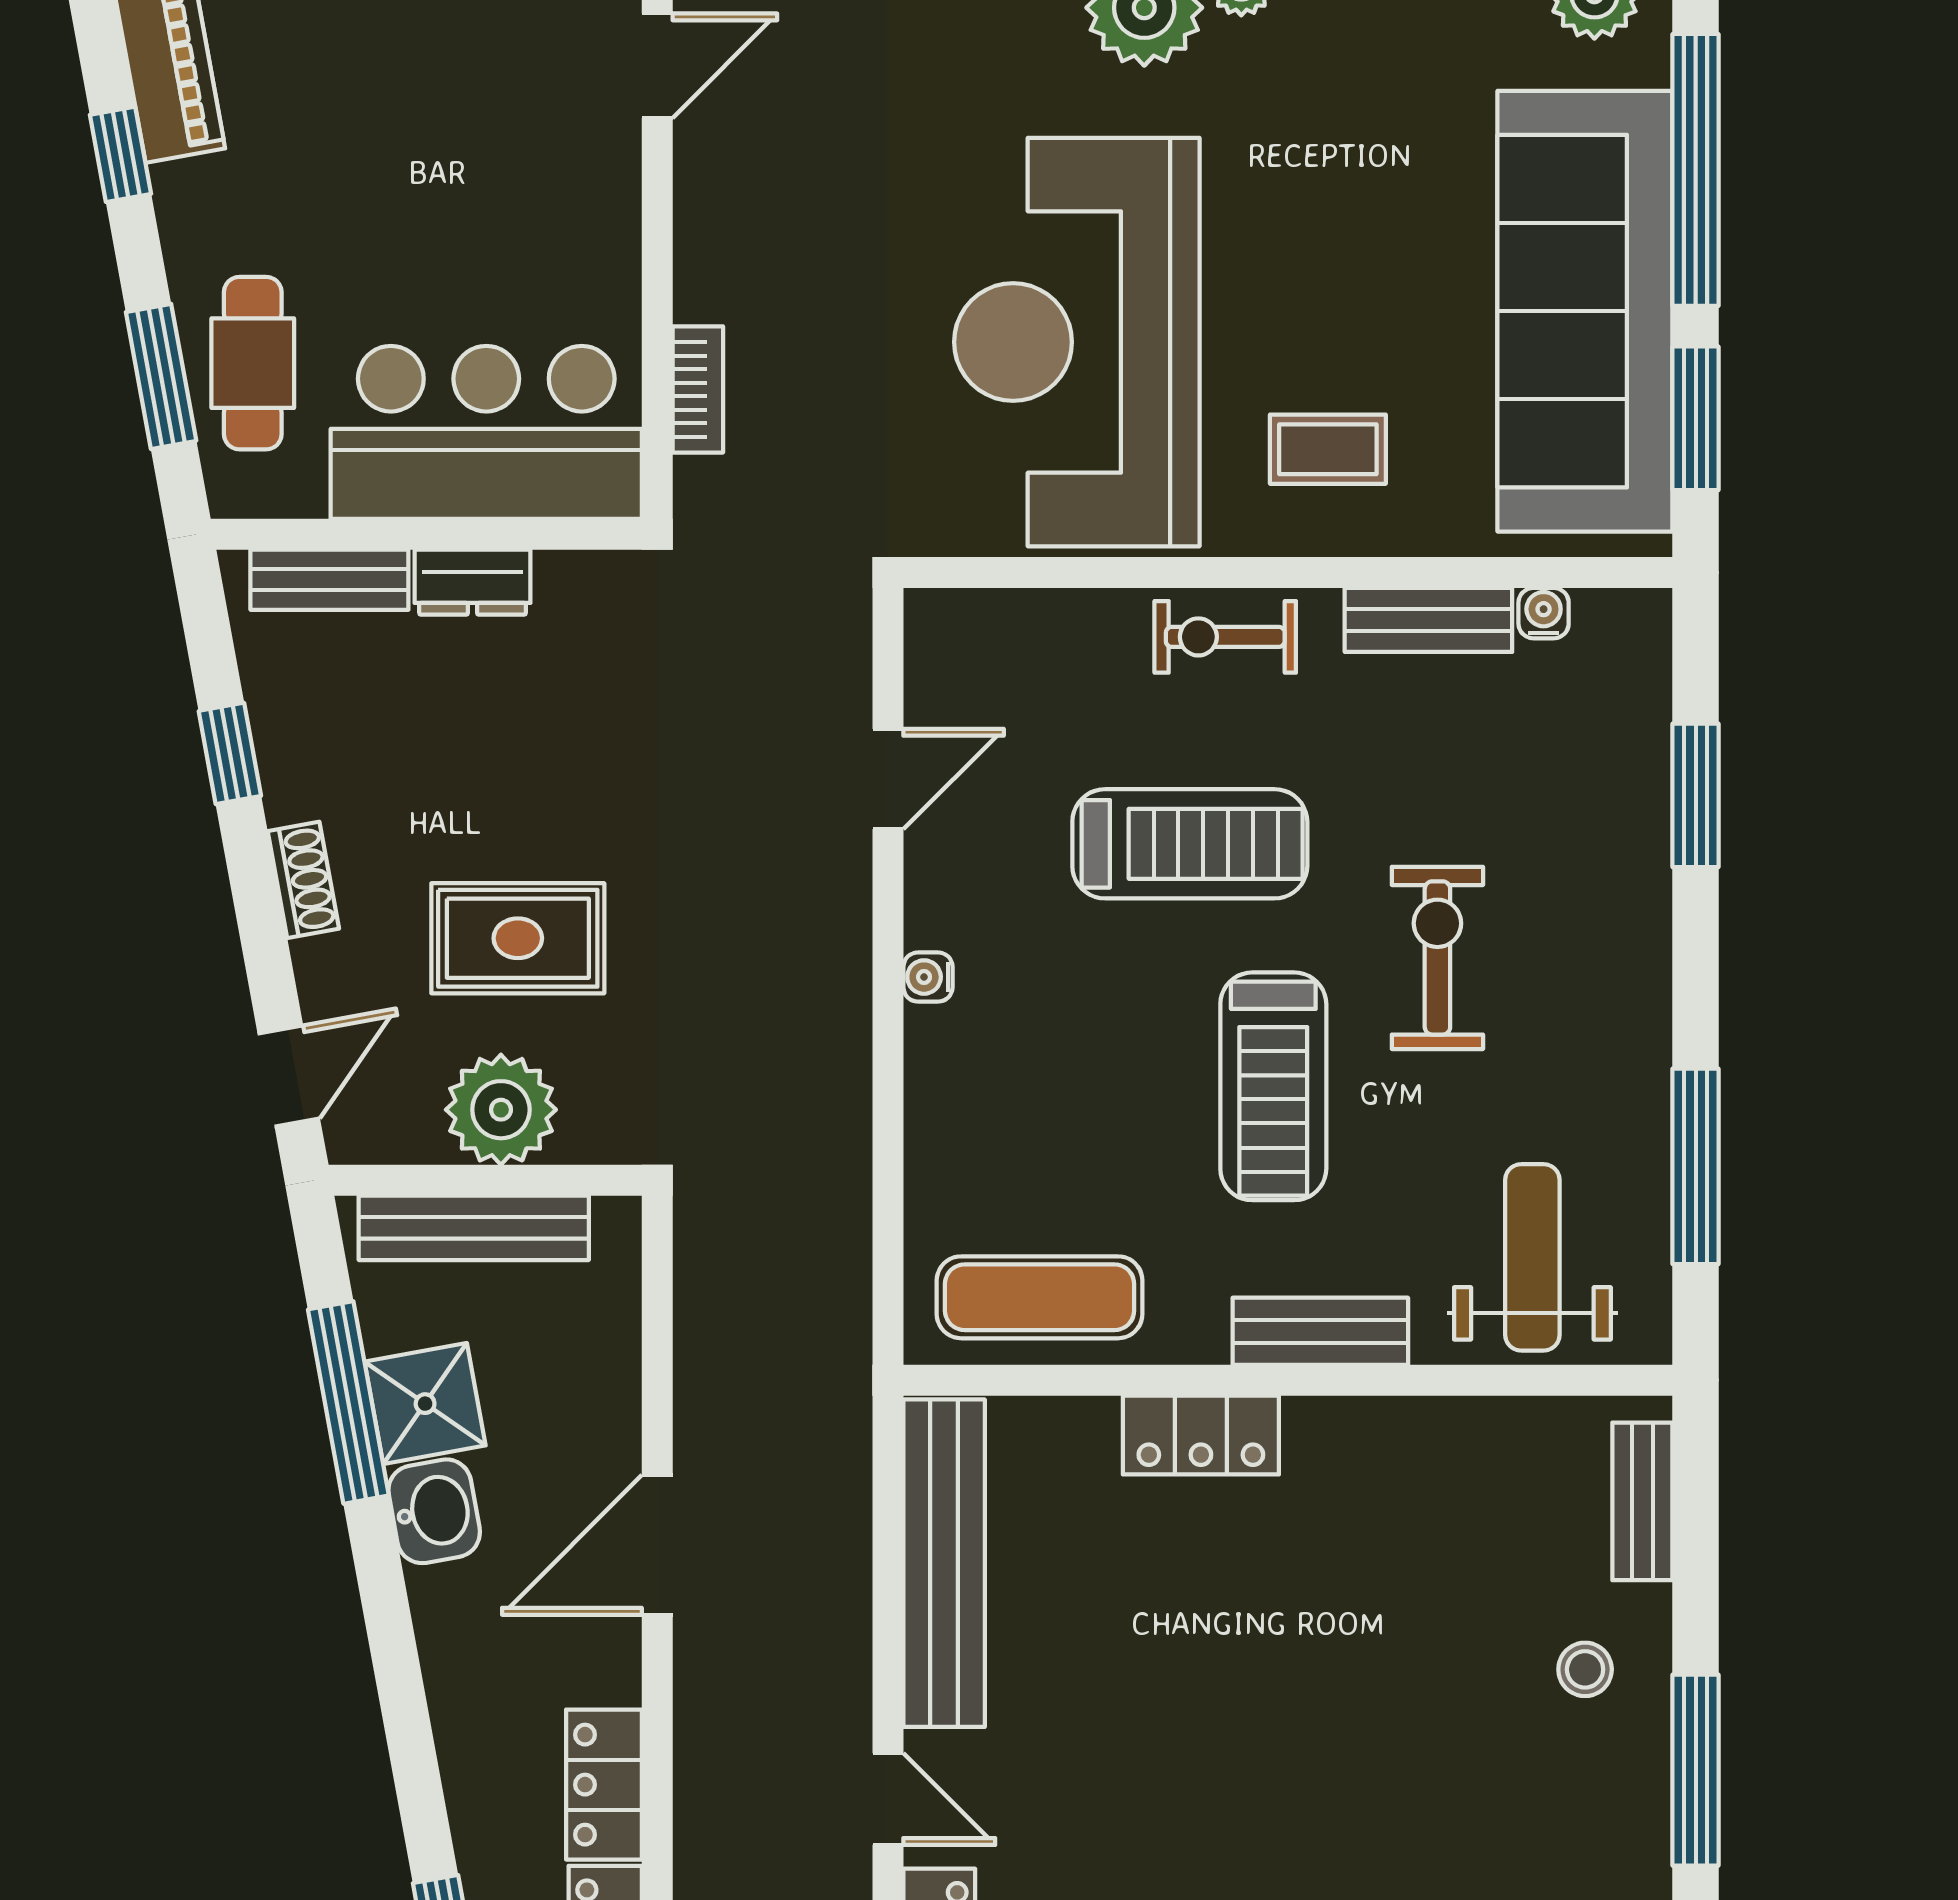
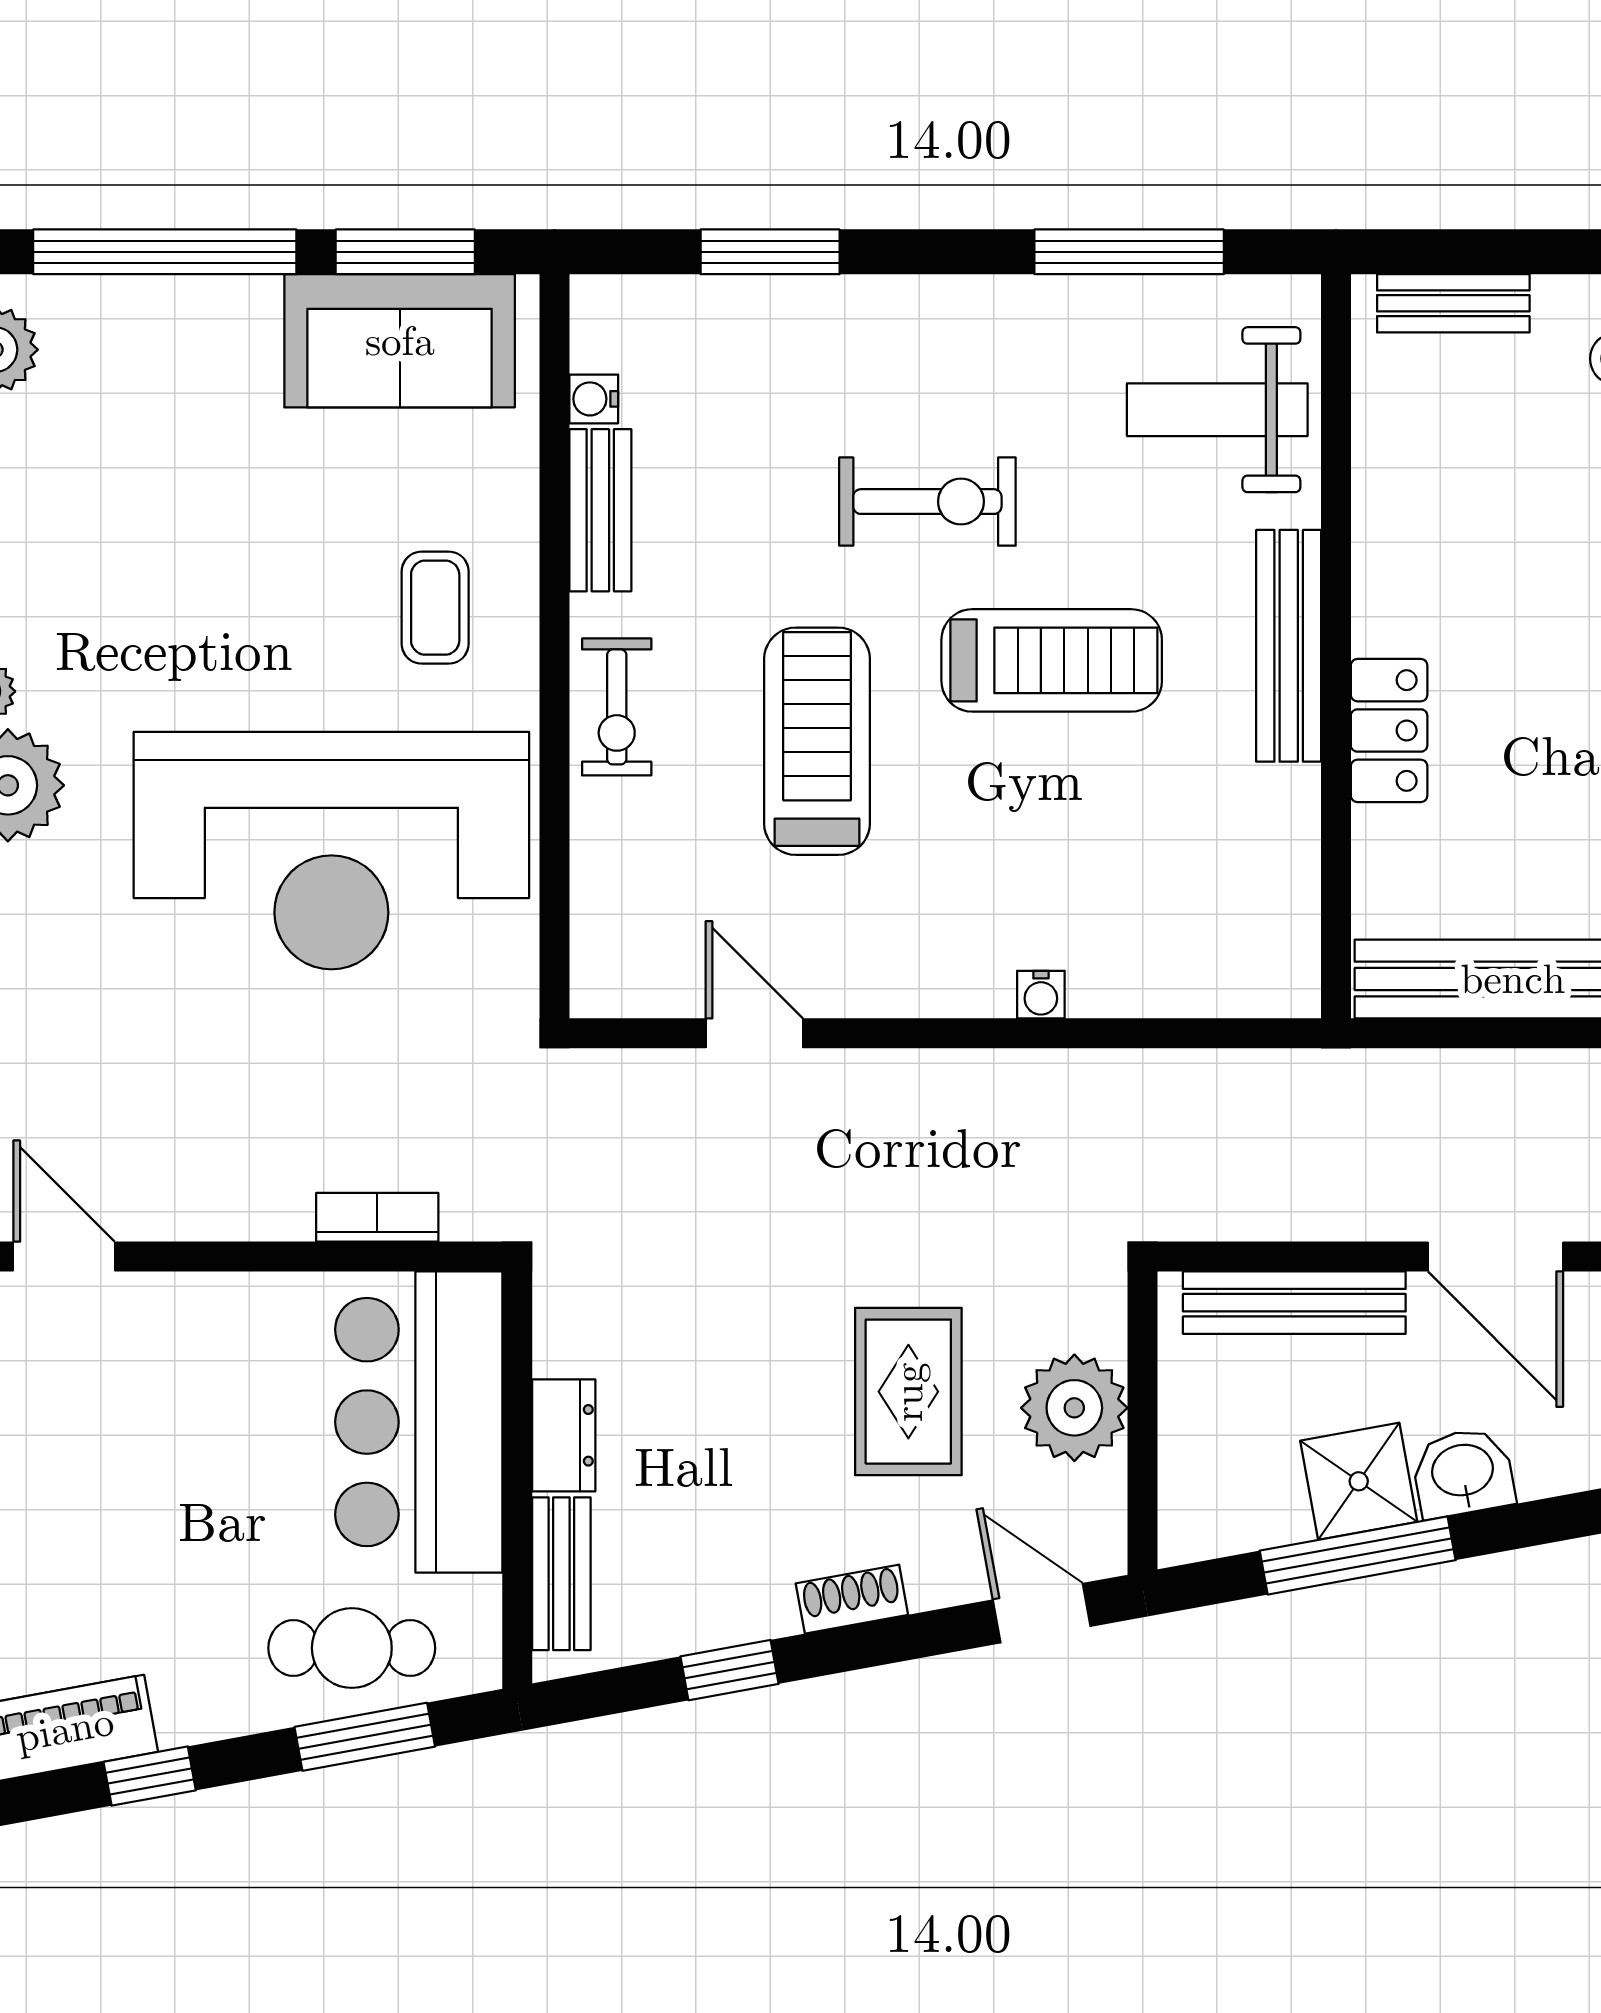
sofa: (1585, 311) -> (400, 341), width x0.54, depth x0.79
exercise bike: (1437, 958) -> (927, 502), turned 180
water cooler: (928, 977) -> (1041, 995), moved
bench: (474, 1228) -> (1294, 1303), moved, turned 90
exercise mat: (1040, 1297) -> (1256, 887), removed
bench: (1320, 1331) -> (1289, 646), width x1.36

